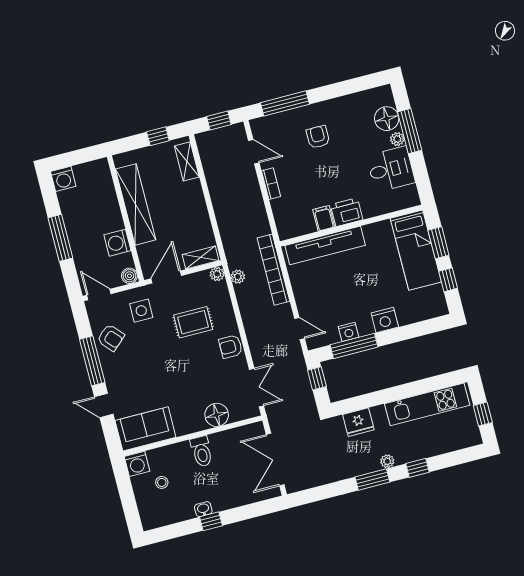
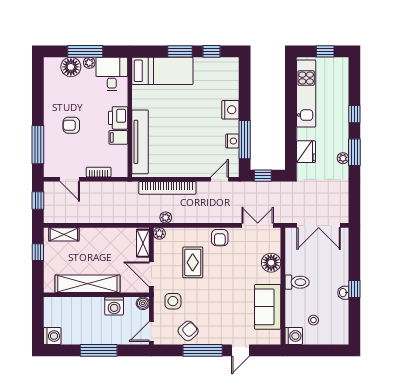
door: (254, 152) -> (70, 179), swing flipped
printer: (347, 212) -> (118, 118), moved
filing cabinet: (324, 218) -> (118, 137), moved
wall: (351, 226) -> (130, 117), moved
tv unit: (325, 245) -> (140, 142), moved
bed: (416, 250) -> (162, 71), moved
sofa: (145, 429) -> (268, 307), moved
plant: (387, 461) -> (343, 158), moved

